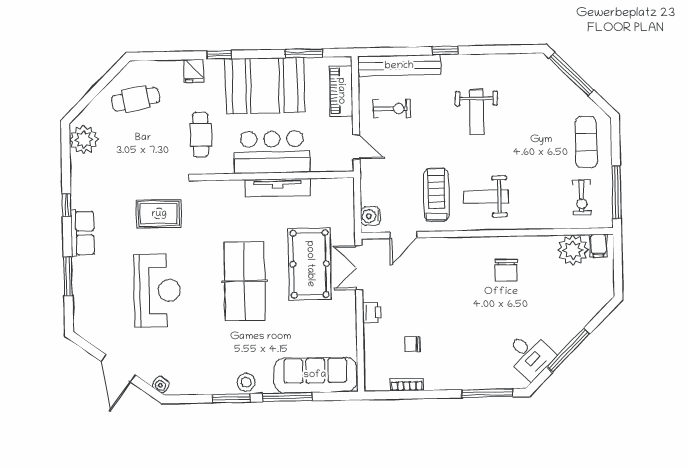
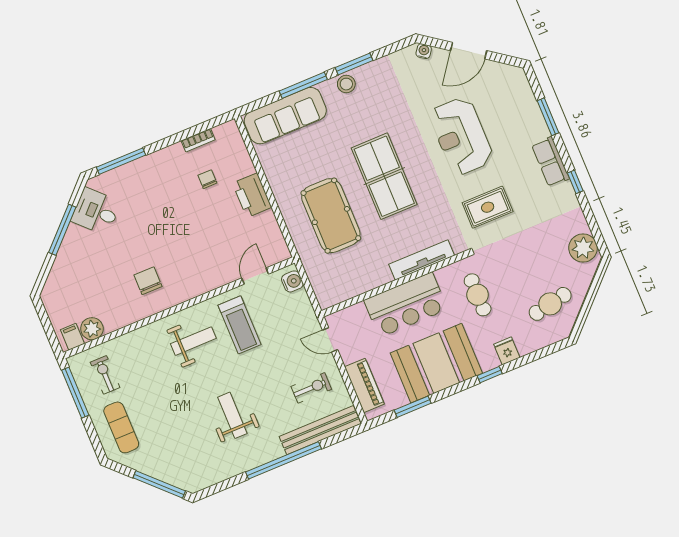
window: (445, 51) -> (284, 460), width x3.17
exercise bike: (392, 109) -> (311, 388), turned 180
tv unit: (278, 188) -> (422, 260), moved
plant: (573, 250) -> (92, 329), width x0.73, depth x0.73
double door: (359, 268) -> (284, 230), removed
printer: (372, 312) -> (252, 195), width x1.87, depth x1.48
chair: (412, 344) -> (207, 179), turned -90
door: (118, 368) -> (469, 51), swing flipped

